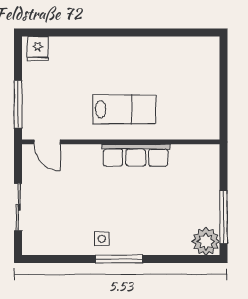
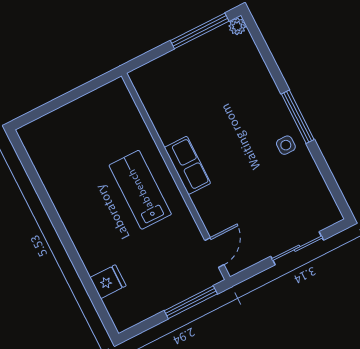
fridge: (38, 49) -> (108, 282), moved
row of seats: (136, 155) -> (187, 165), width x0.68
plant: (206, 241) -> (237, 26), width x0.53, depth x0.53

